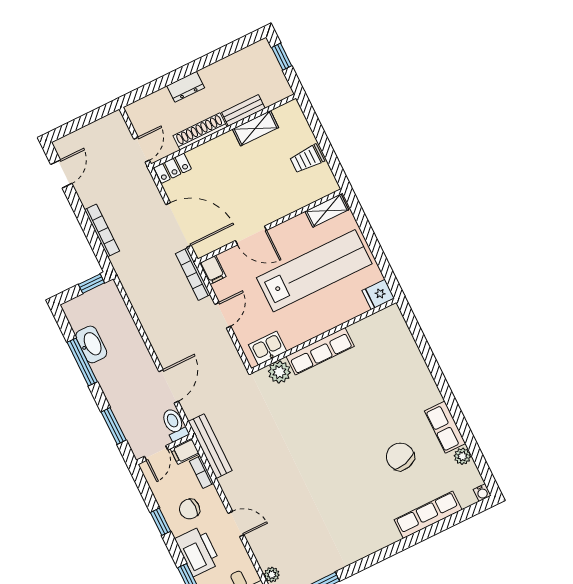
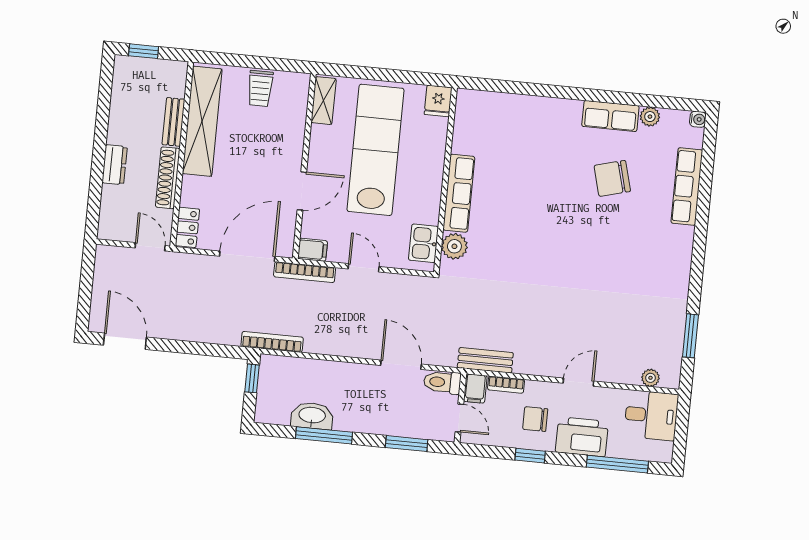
shelving: (256, 128) -> (202, 121), width x2.20, depth x1.33
door: (61, 174) -> (125, 341), width x1.38
bookcase: (102, 230) -> (272, 342), moved
bench: (210, 446) -> (485, 360), width x0.73
chair: (190, 509) -> (535, 419), turned 90

